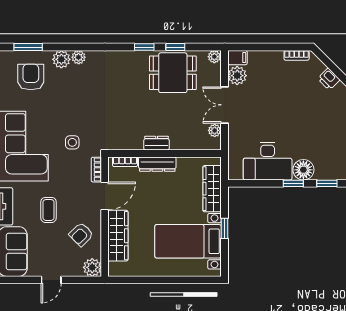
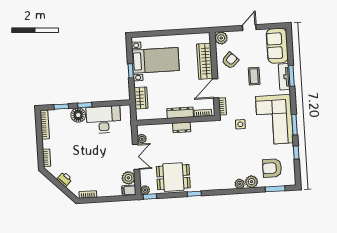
window: (175, 47) -> (150, 196), moved
armchair: (31, 77) -> (272, 168), turned 90
wardrobe: (212, 189) -> (141, 98), width x0.67

